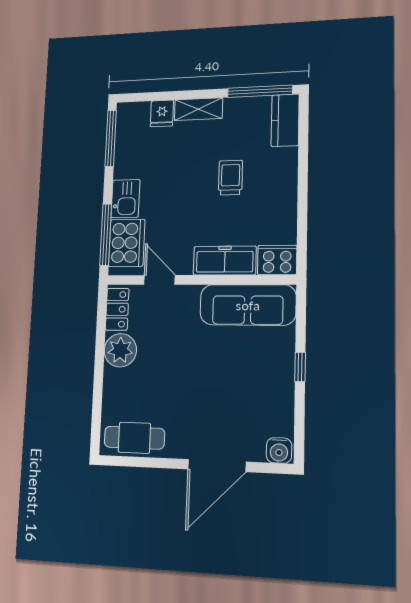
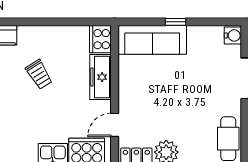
trolley: (230, 178) -> (39, 75), turned -122
sofa: (248, 305) -> (152, 40), moved, turned 90

